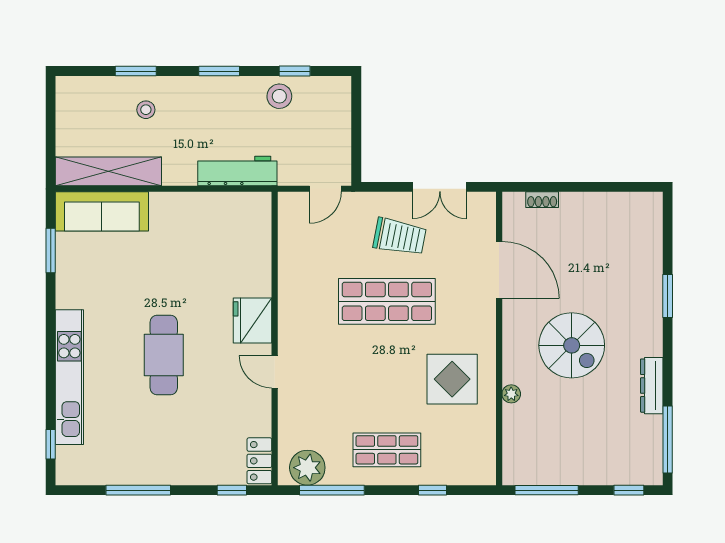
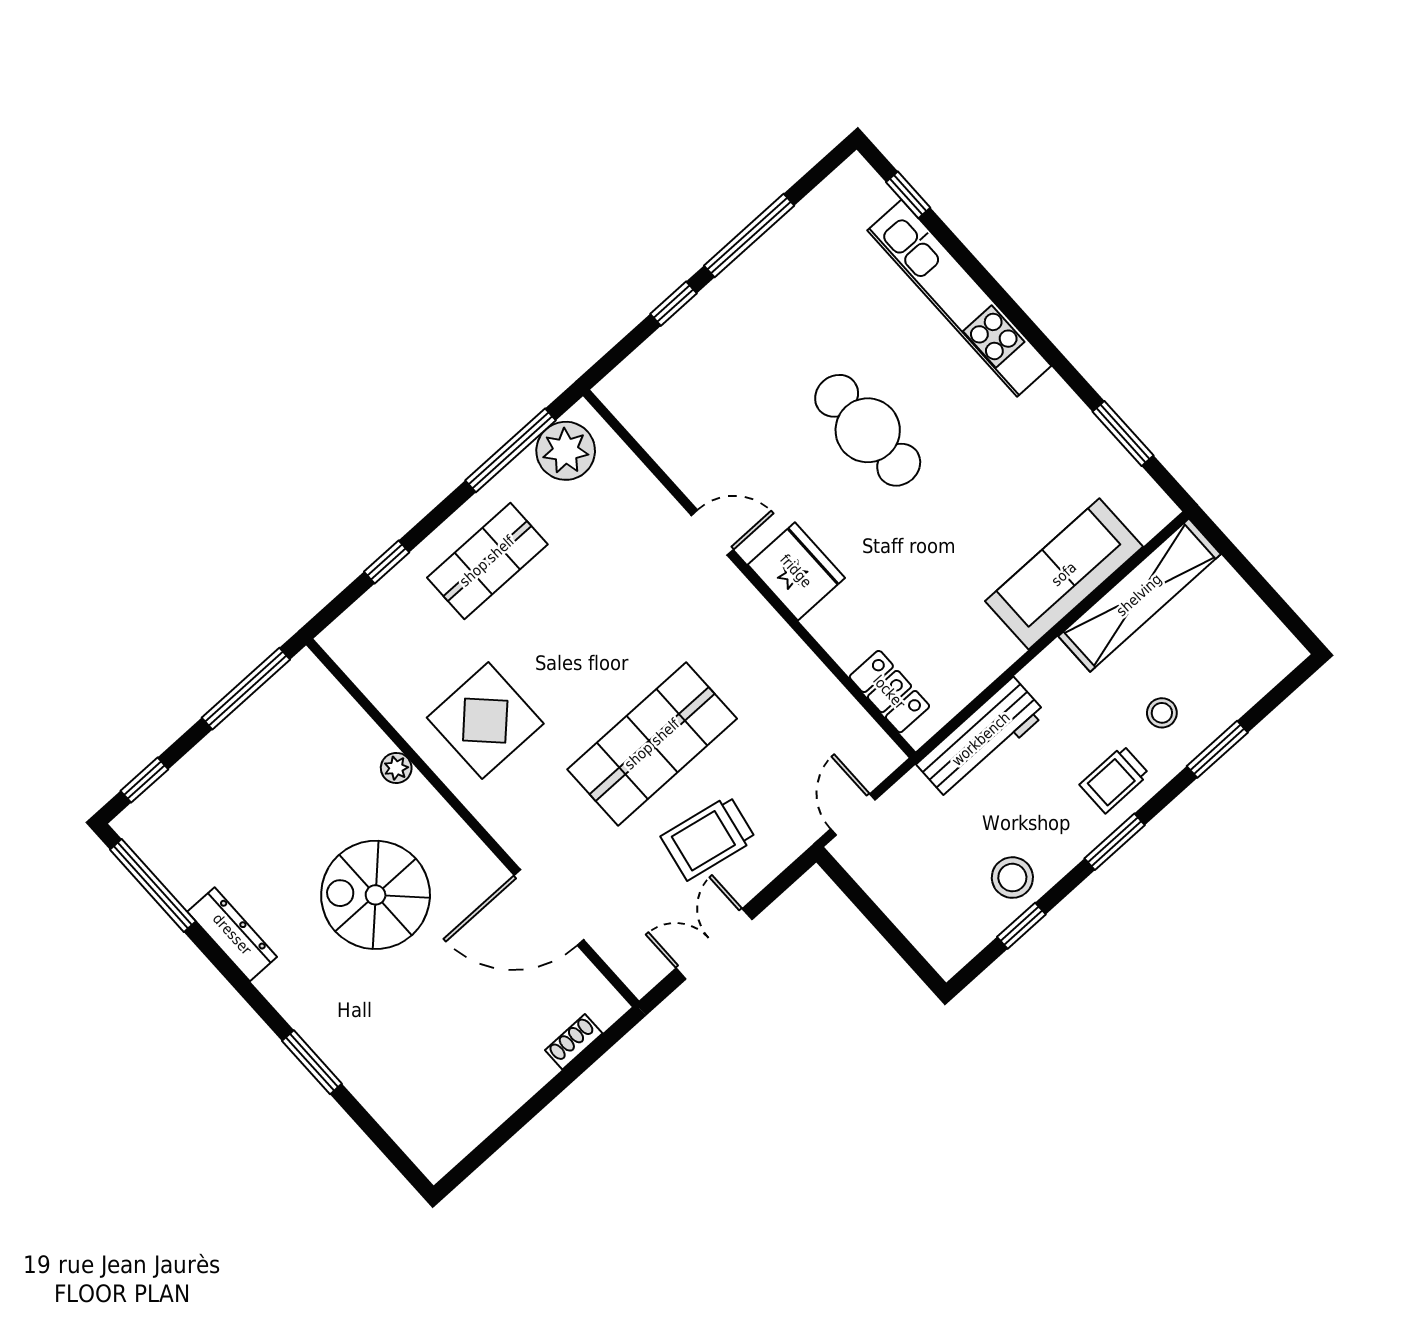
trolley: (194, 99) -> (1114, 779), added
sofa: (102, 211) -> (1064, 574), moved
locker: (259, 461) -> (889, 692), moved
window: (232, 490) -> (673, 304), moved

